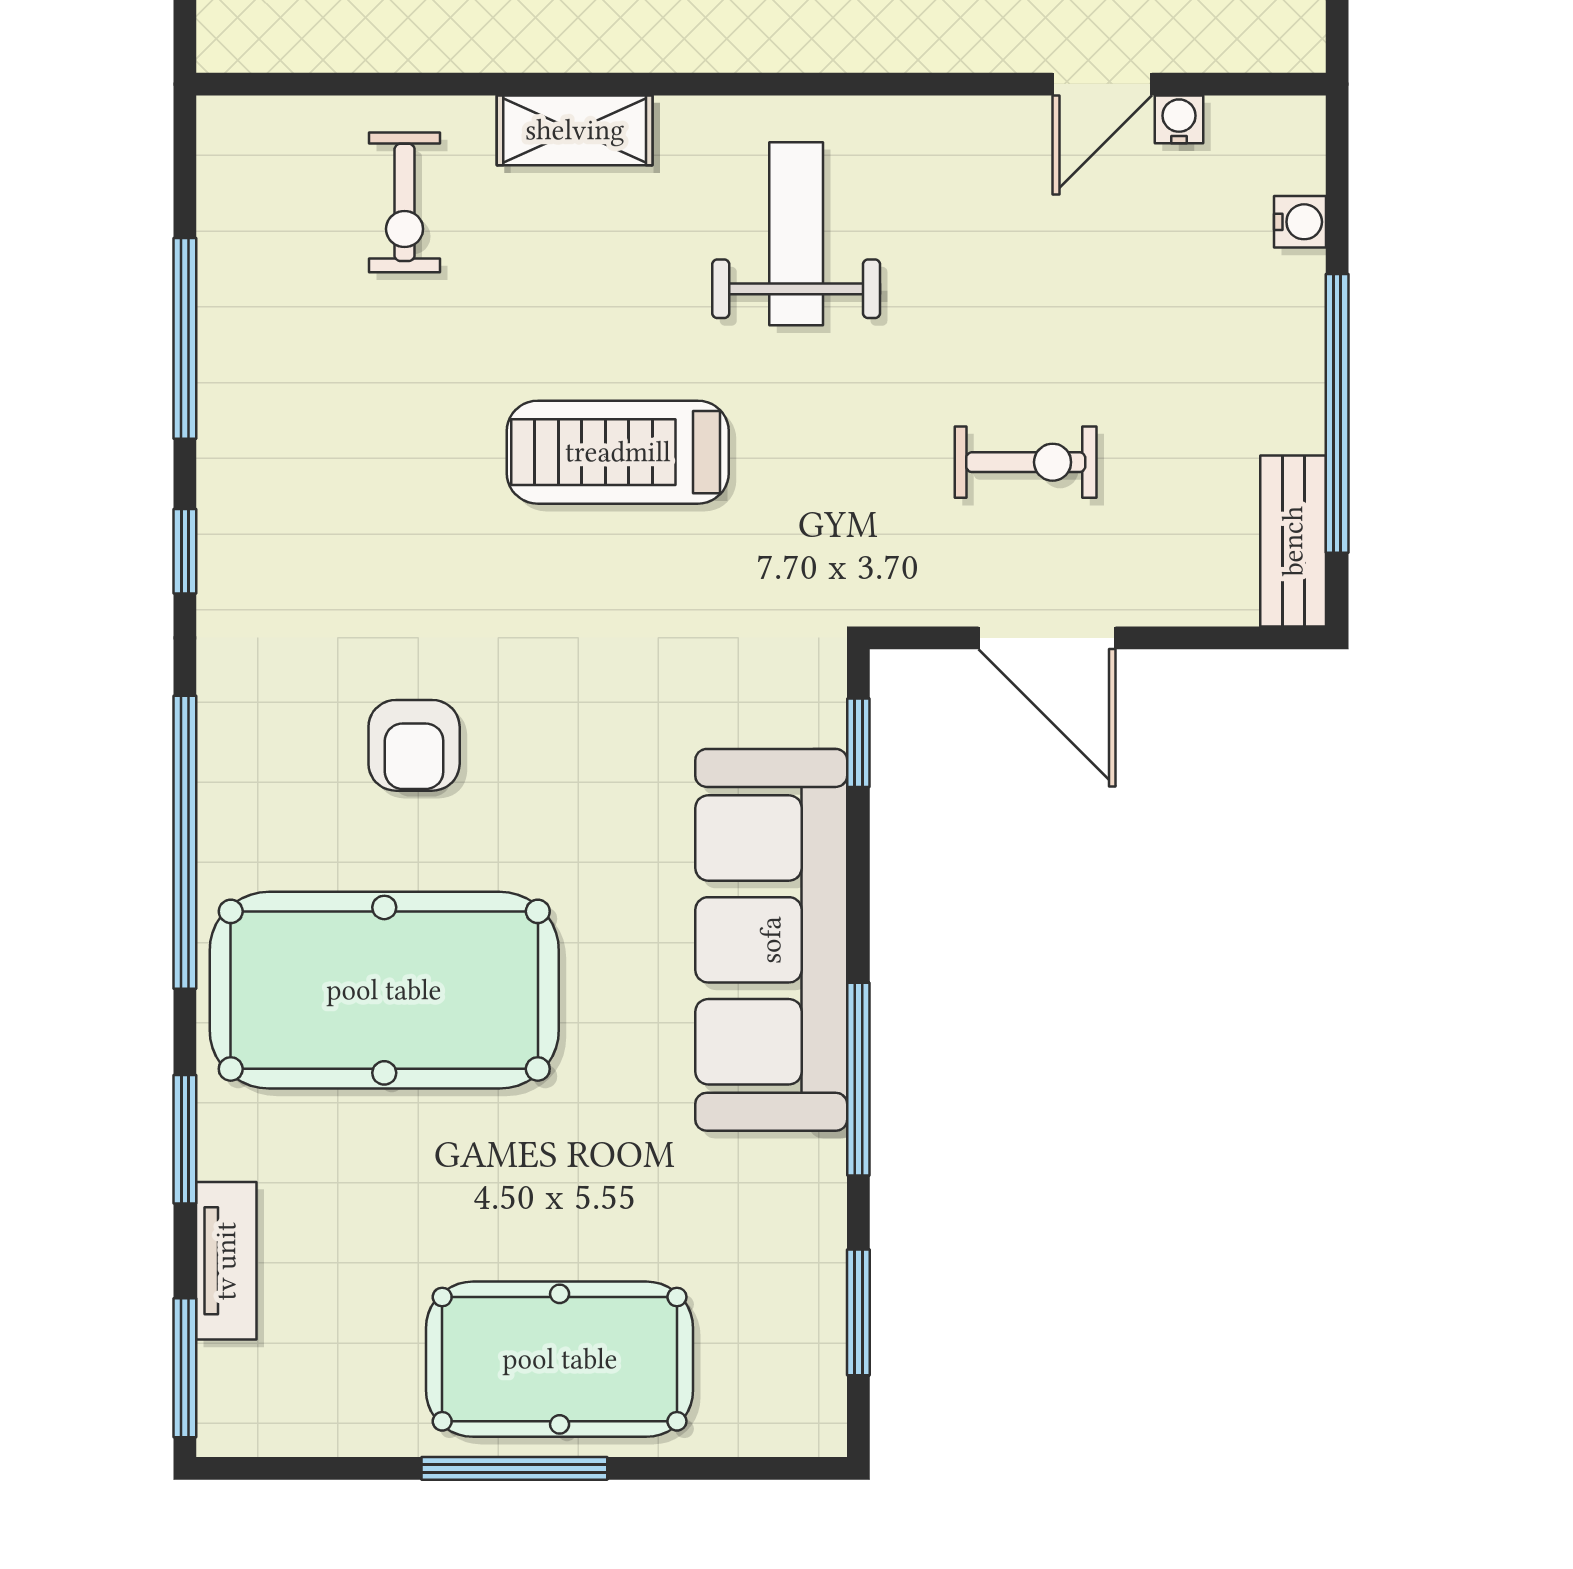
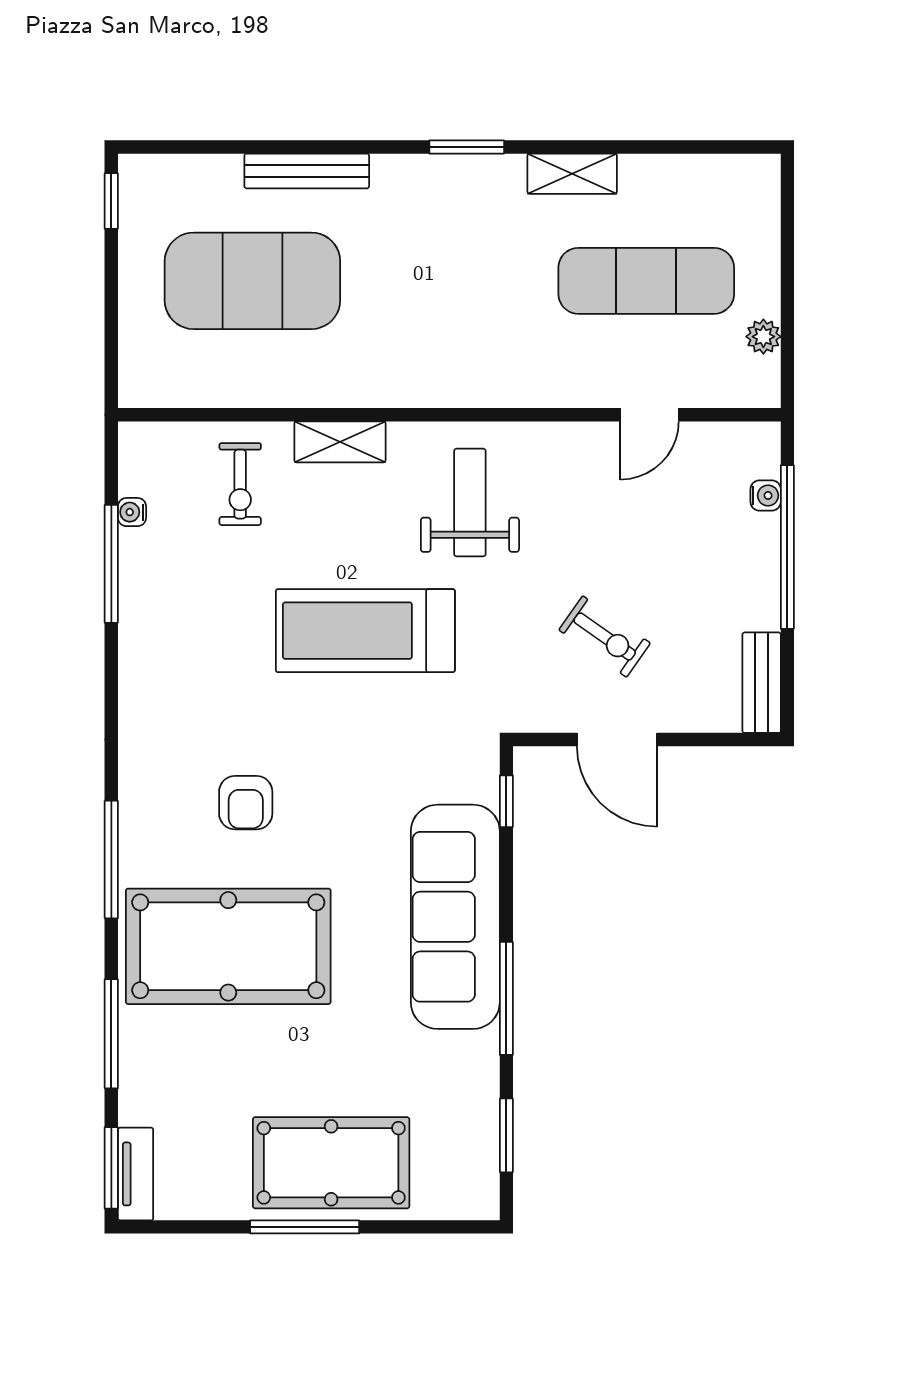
water cooler: (1179, 119) -> (132, 512), moved, turned -90
window: (1337, 413) -> (787, 547), moved
treadmill: (618, 452) -> (365, 631), width x1.37, depth x1.38
exercise bike: (1026, 462) -> (605, 637), turned 35
window: (185, 551) -> (111, 689), removed
window: (185, 842) -> (111, 859), width x0.68
window: (185, 1139) -> (111, 1034), width x1.44
tv unit: (226, 1261) -> (136, 1174), moved

